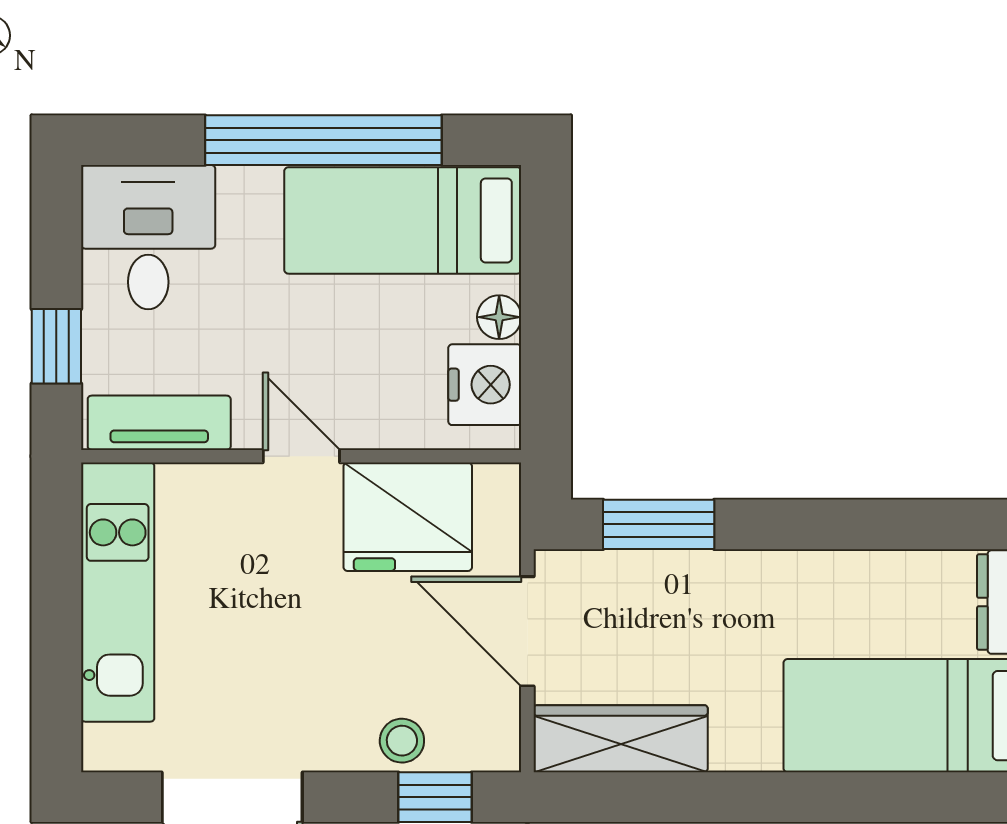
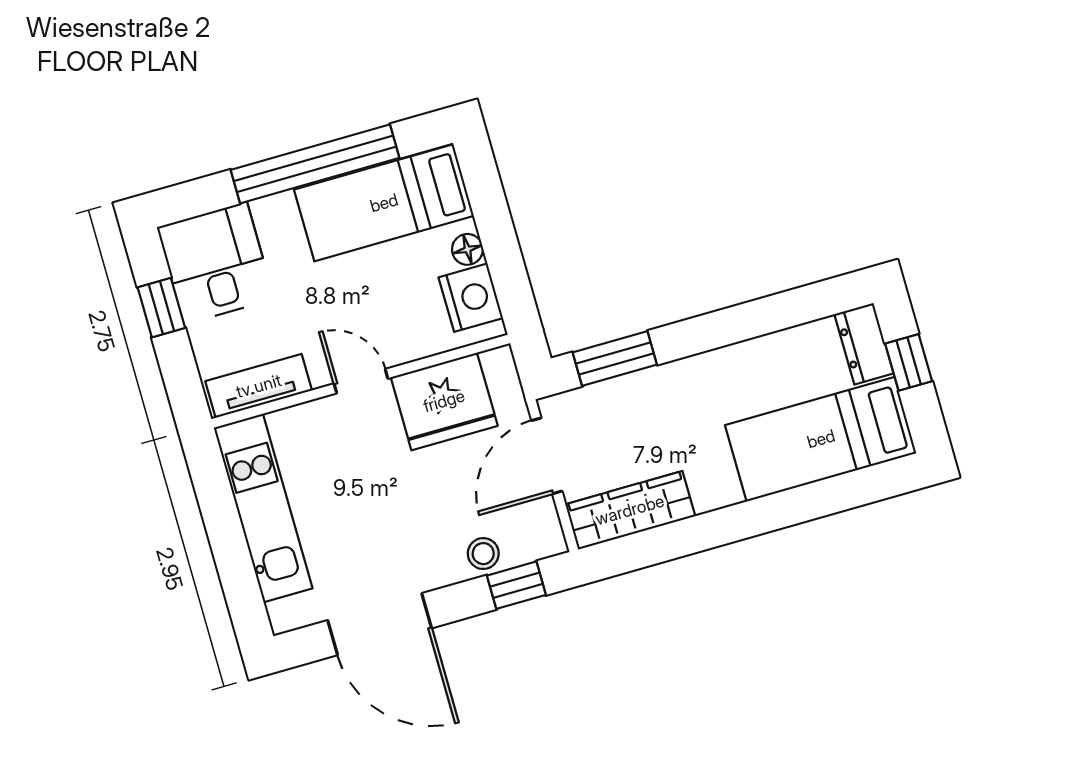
window: (56, 346) -> (161, 308), moved
door: (527, 631) -> (547, 456), hinge flipped

